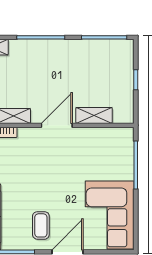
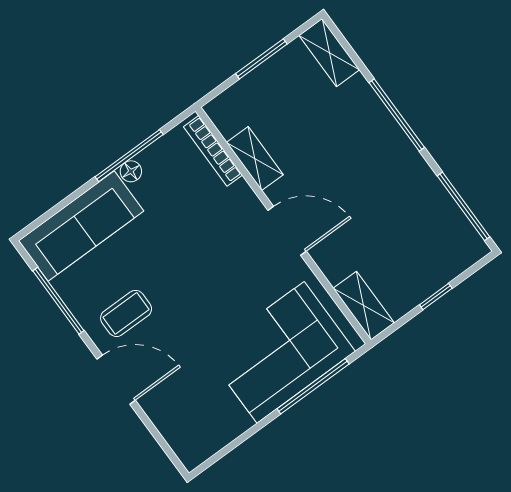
shelving: (94, 115) -> (364, 306), moved
corner sofa: (110, 215) -> (281, 352), moved

